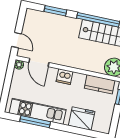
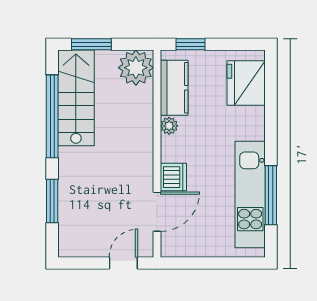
plant: (19, 65) -> (169, 126), moved
dishwasher: (65, 77) -> (173, 177), moved
fridge: (82, 119) -> (246, 83), moved

